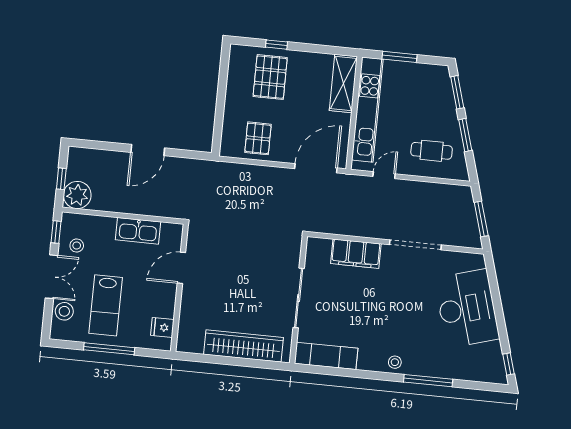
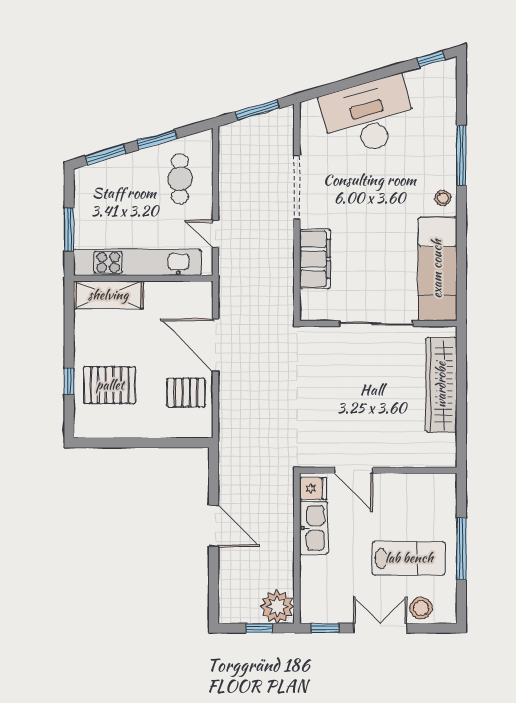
door: (316, 168) -> (216, 345), moved
stool: (77, 246) -> (339, 601), removed
fridge: (162, 327) -> (313, 488), moved, turned -90
exam couch: (326, 356) -> (437, 269), width x1.36, depth x1.45

